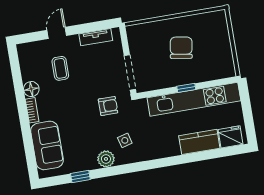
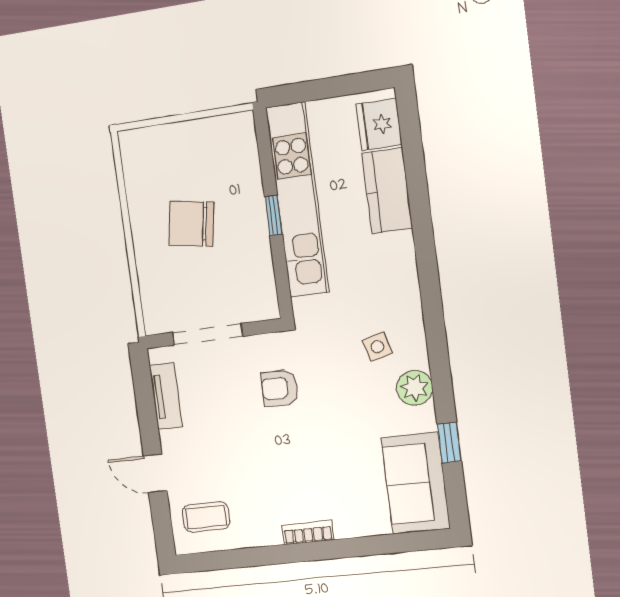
coffee table: (60, 68) -> (206, 517), moved
doorway: (130, 72) -> (207, 334), moved
floor lamp: (31, 89) -> (265, 531), removed
armchair: (108, 106) -> (280, 388), moved, turned -90
sofa: (47, 145) -> (416, 483), moved, turned -90

